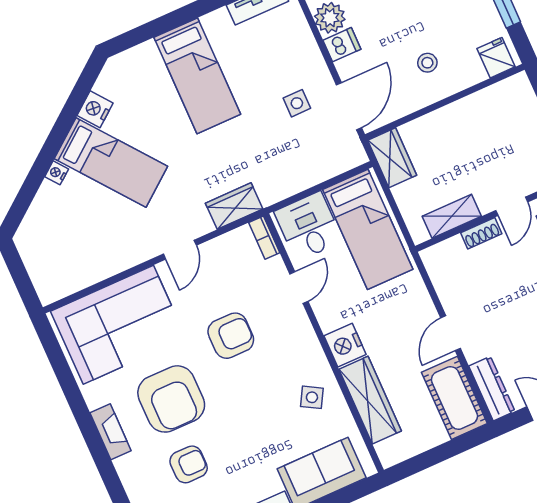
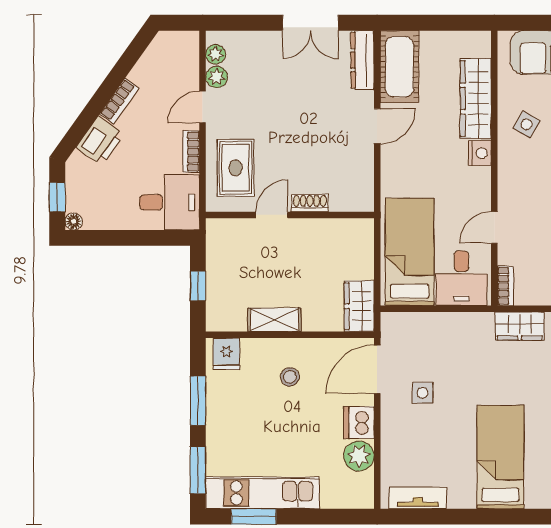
dishwasher: (342, 45) -> (359, 423), width x1.38
shelving: (452, 216) -> (274, 320), moved
nightstand: (345, 345) -> (480, 153), width x0.74, depth x0.75

